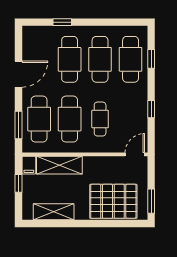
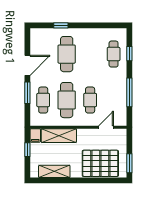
cafe table: (100, 59) -> (90, 54), removed
cafe table: (131, 59) -> (114, 54), width x0.73, depth x0.74
window: (151, 109) -> (129, 92), width x2.17
cafe table: (39, 119) -> (43, 100), width x0.73, depth x0.74
window: (19, 125) -> (27, 93), moved
door: (135, 154) -> (106, 127), moved

